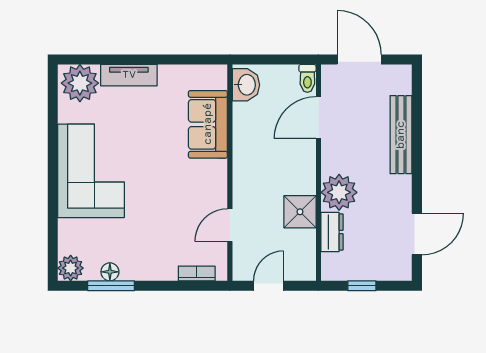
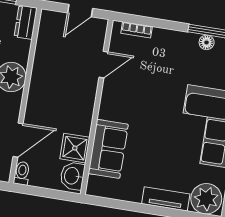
shower: (300, 212) -> (75, 148), moved
dresser: (332, 232) -> (26, 22), moved

